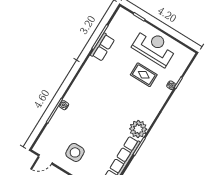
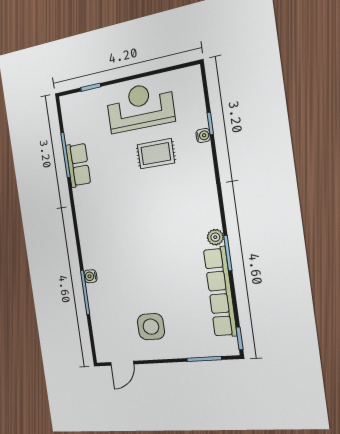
plant: (138, 129) -> (215, 237), width x0.53, depth x0.53

